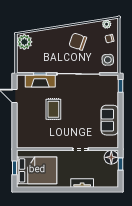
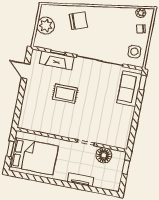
plant: (24, 42) -> (46, 26), moved
chair: (78, 42) -> (78, 21), moved, turned 141
rug: (53, 109) -> (65, 94), turned 90
sofa: (110, 120) -> (129, 89), moved
floor lamp: (111, 157) -> (104, 155), moved

